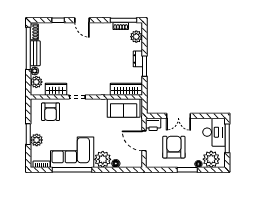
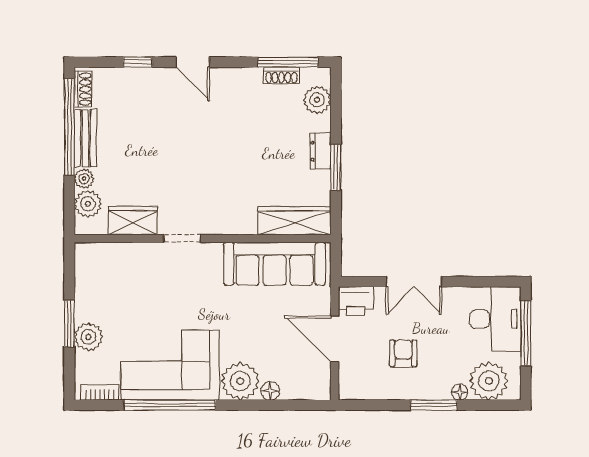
sofa: (124, 108) -> (275, 264), width x1.36
armchair: (51, 112) -> (120, 272), removed
armchair: (174, 147) -> (403, 353), width x0.53, depth x0.53

